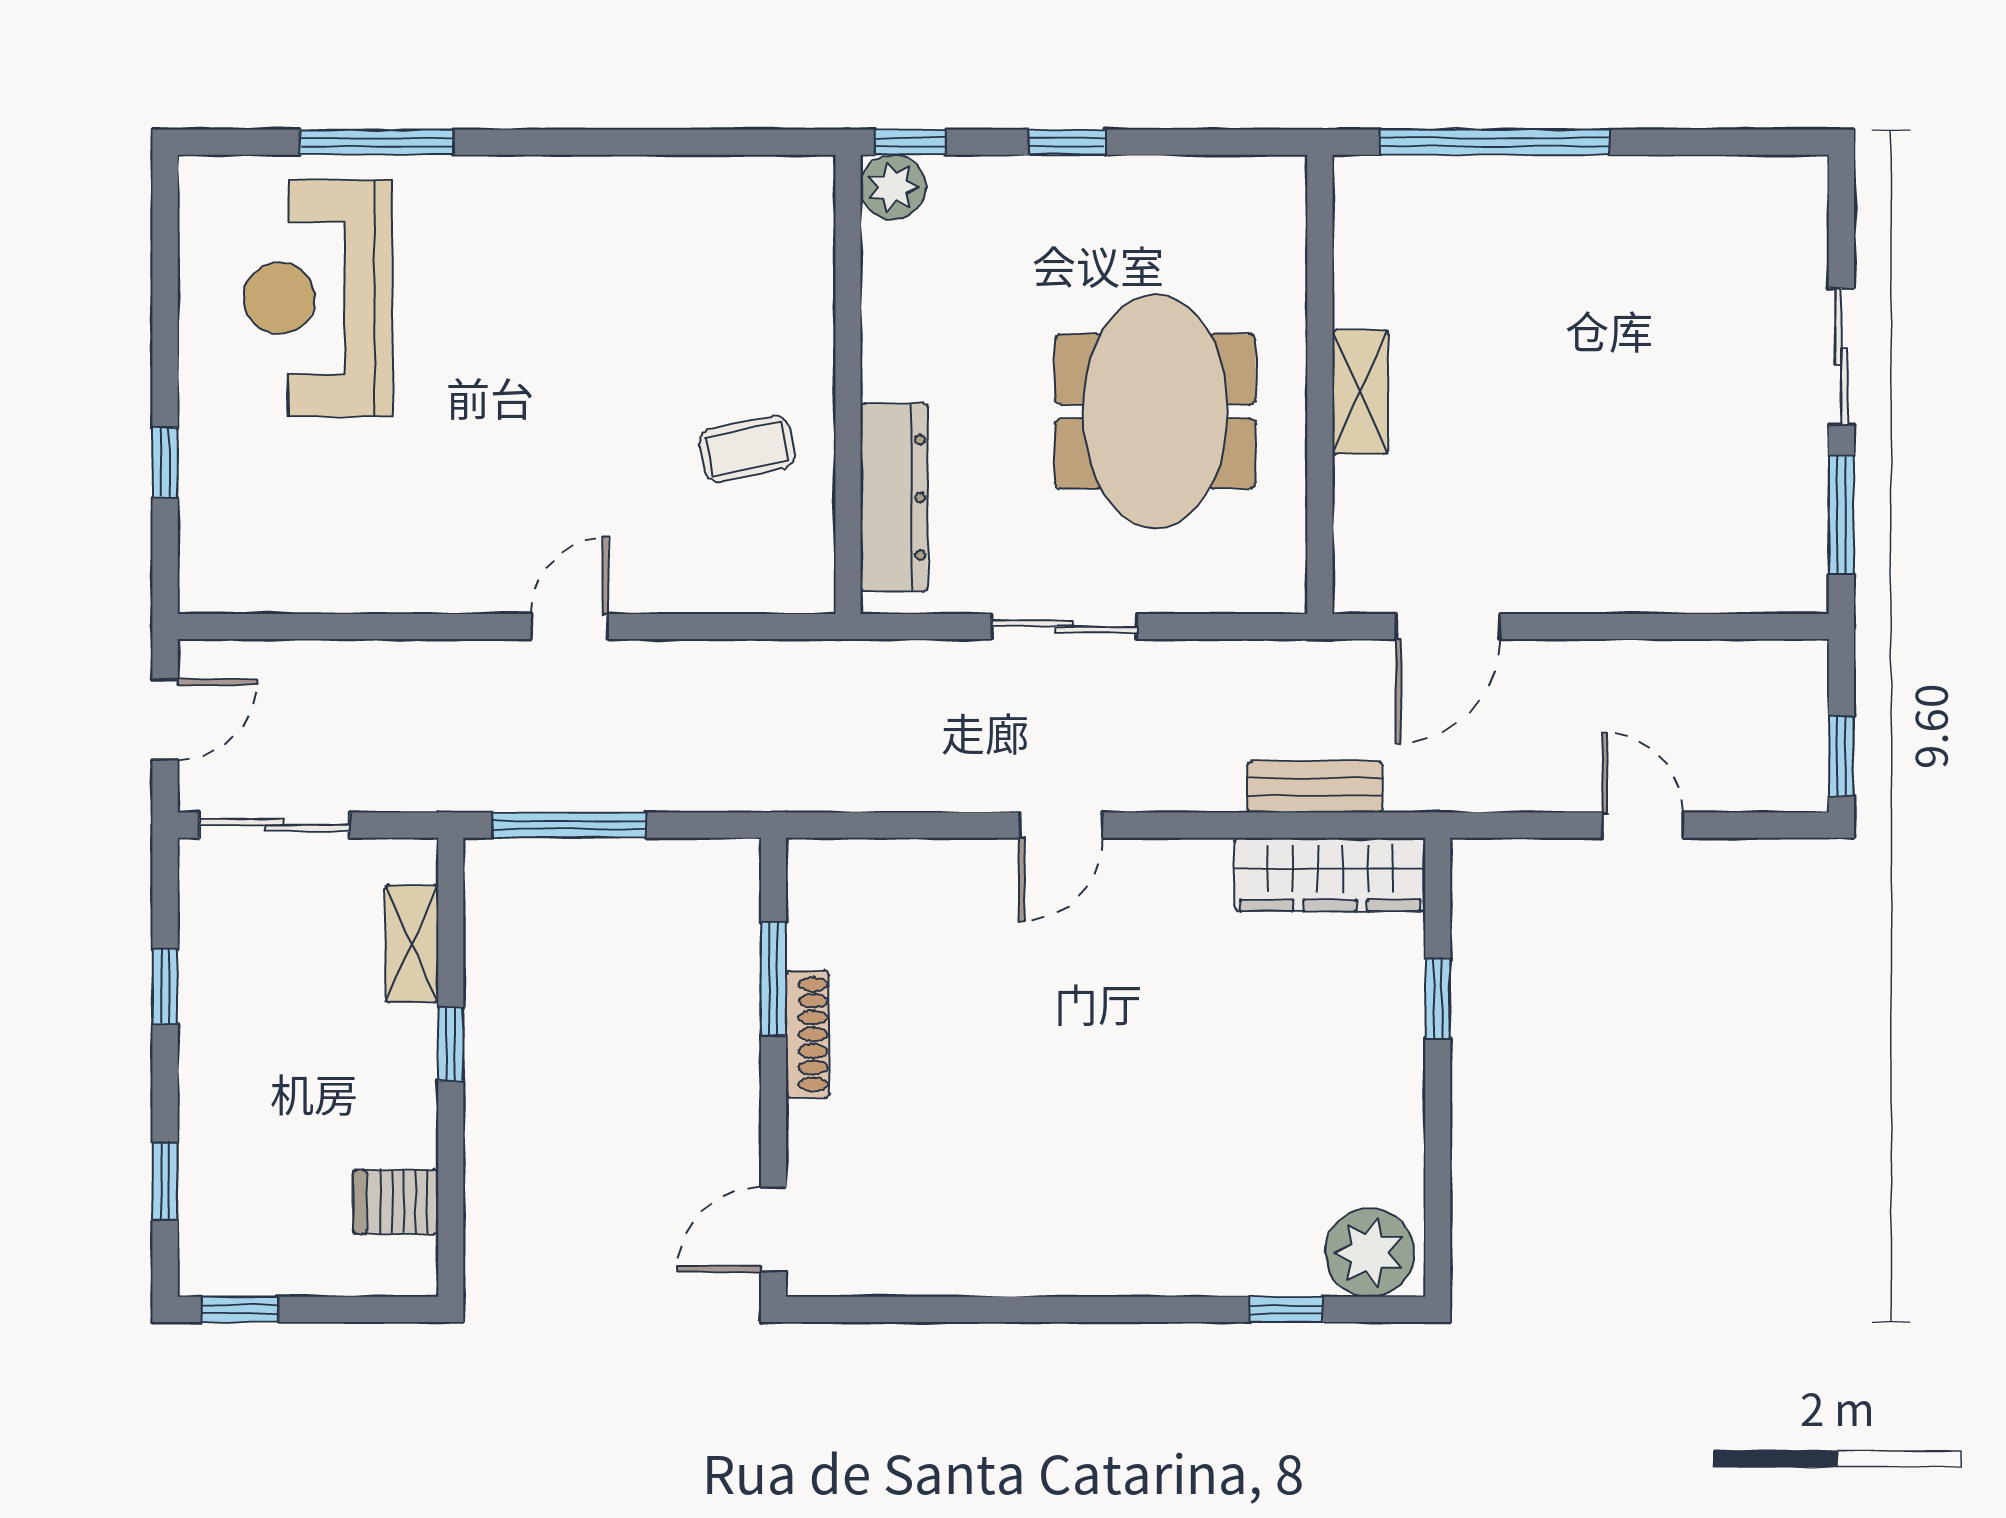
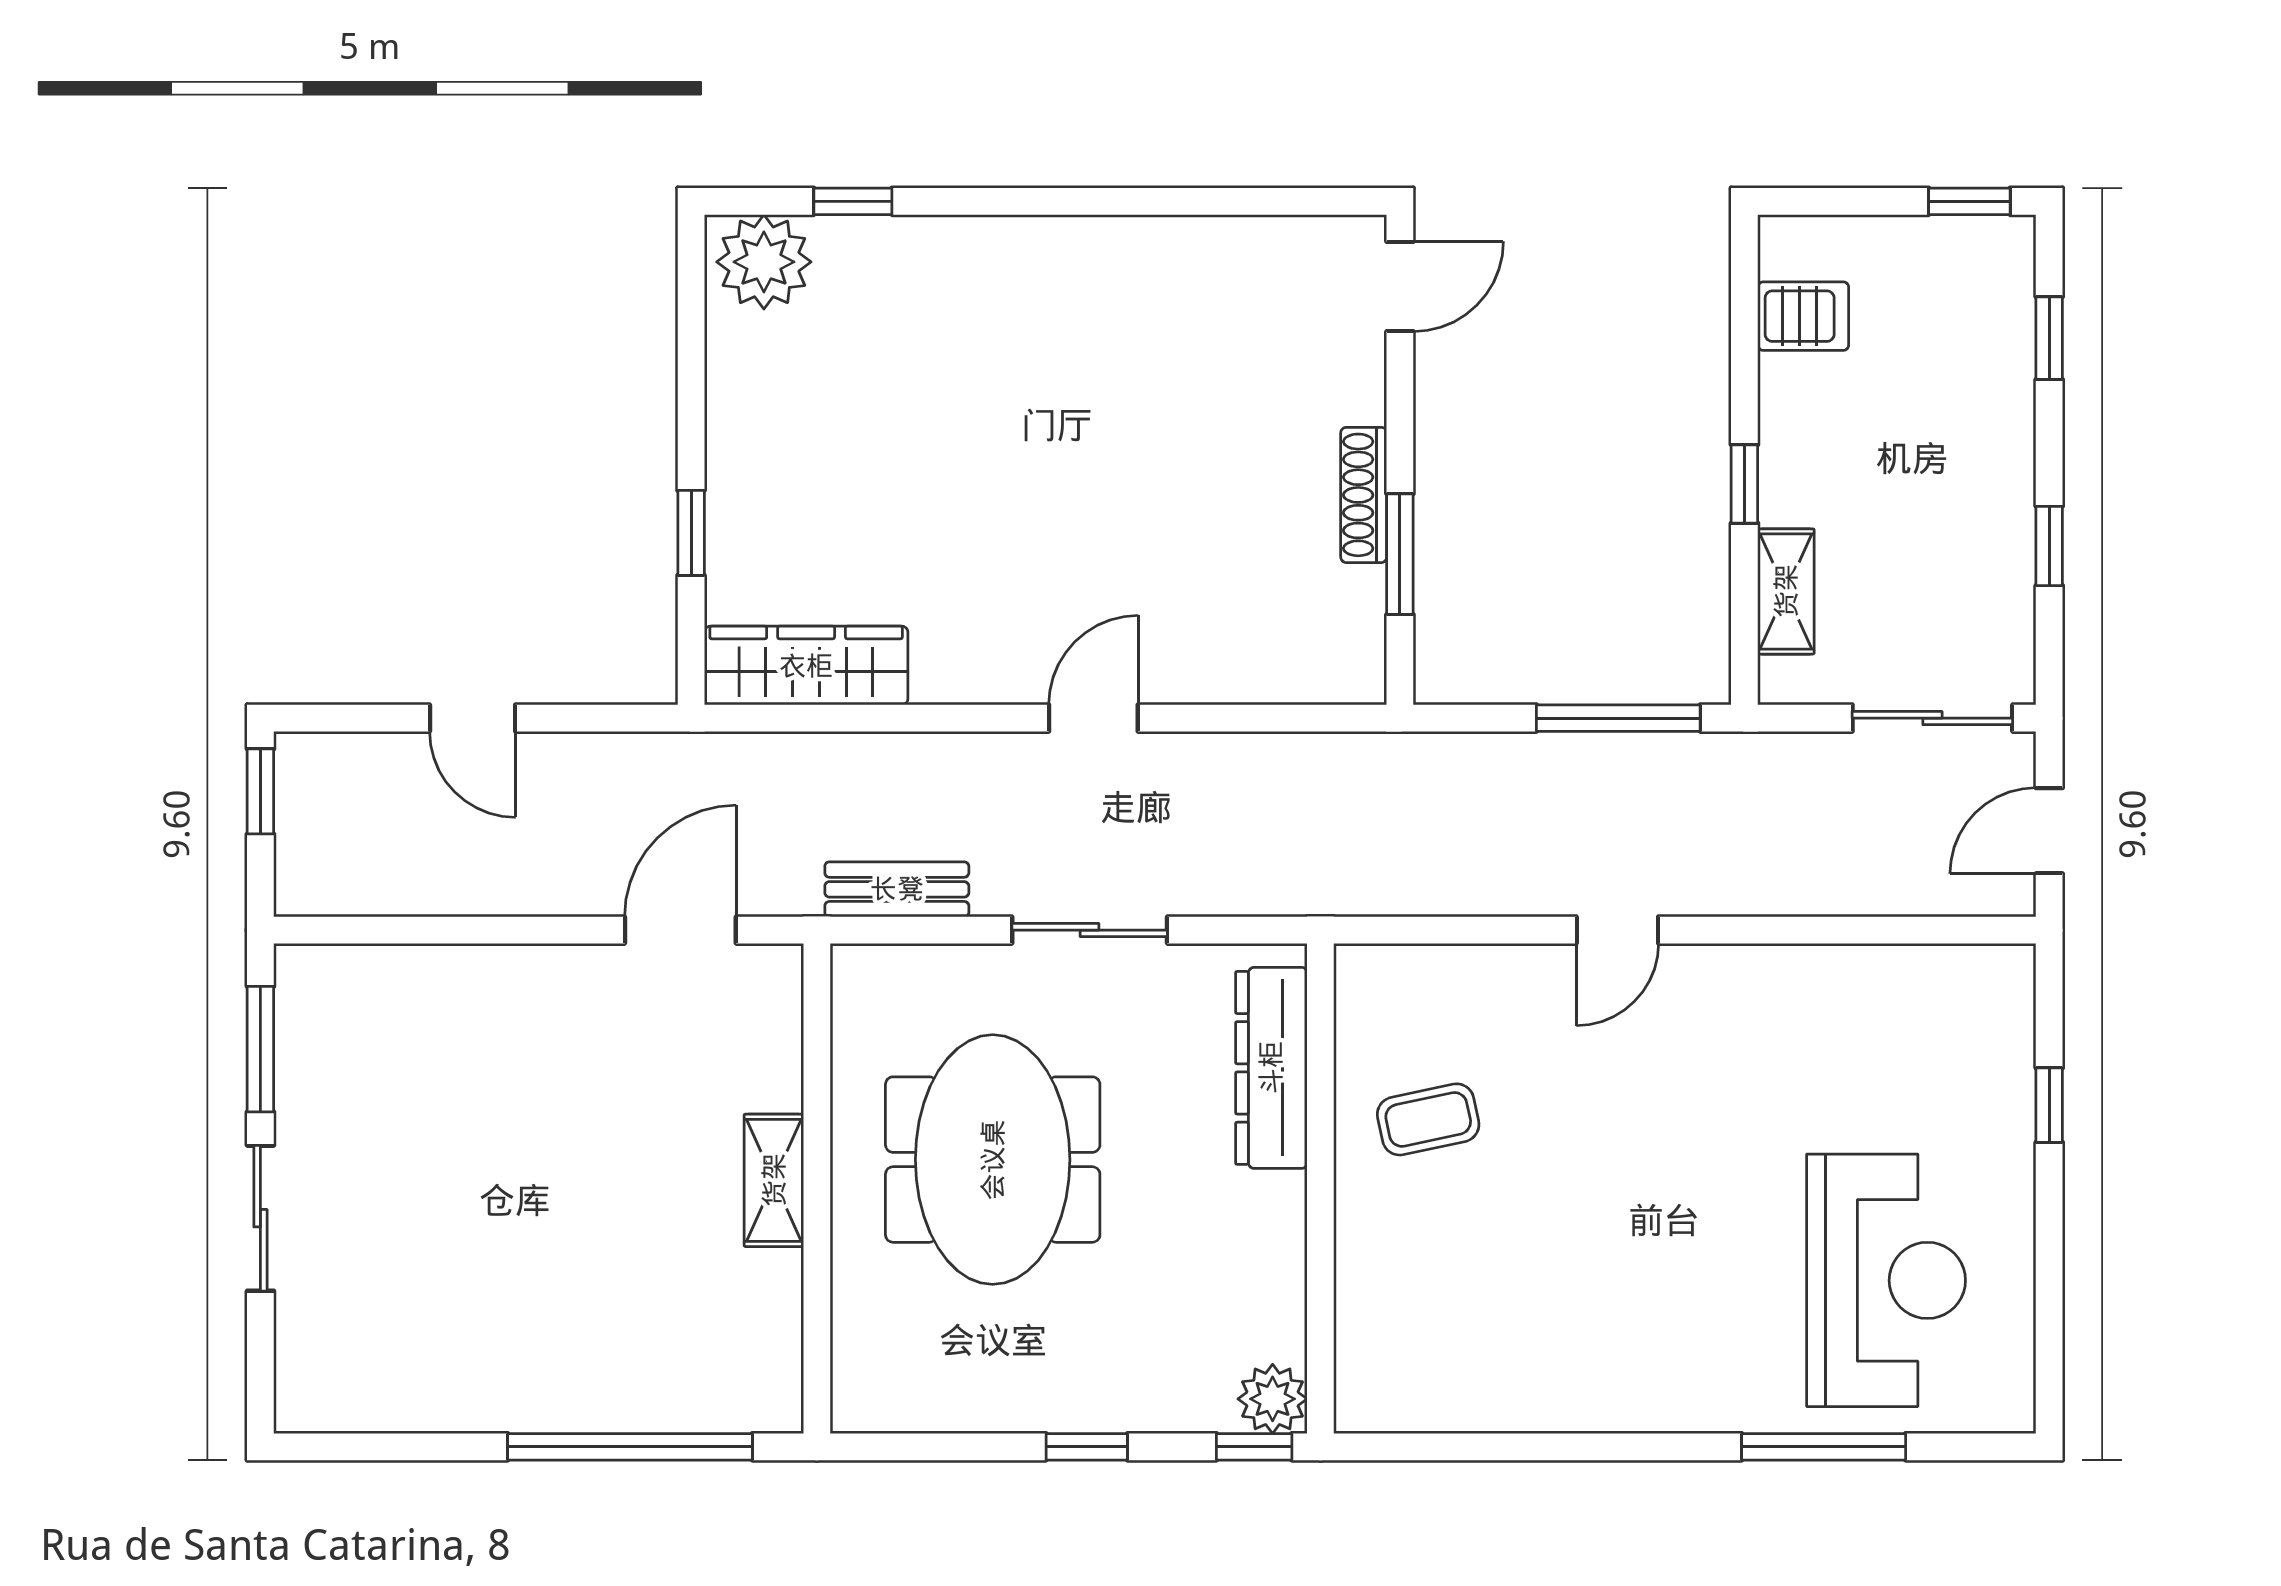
bench: (1315, 787) -> (897, 889), moved

